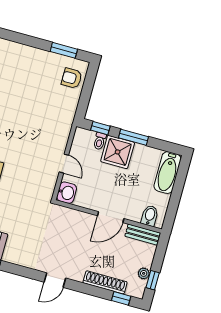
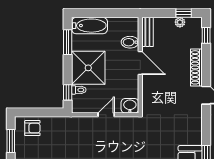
armchair: (72, 78) -> (32, 128), turned -90
window: (134, 137) -> (68, 42), moved
shower: (118, 152) -> (88, 68), width x1.37, depth x1.37
bidet: (150, 216) -> (130, 42), moved
shoe rack: (105, 282) -> (196, 67), moved

